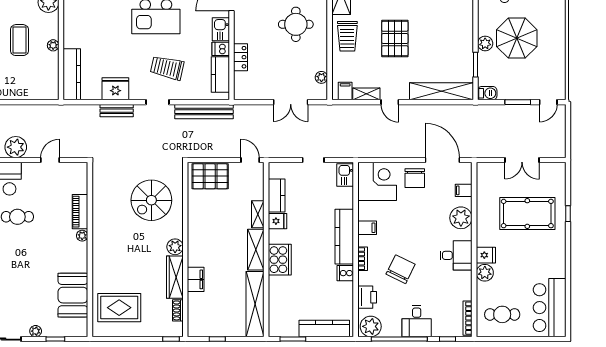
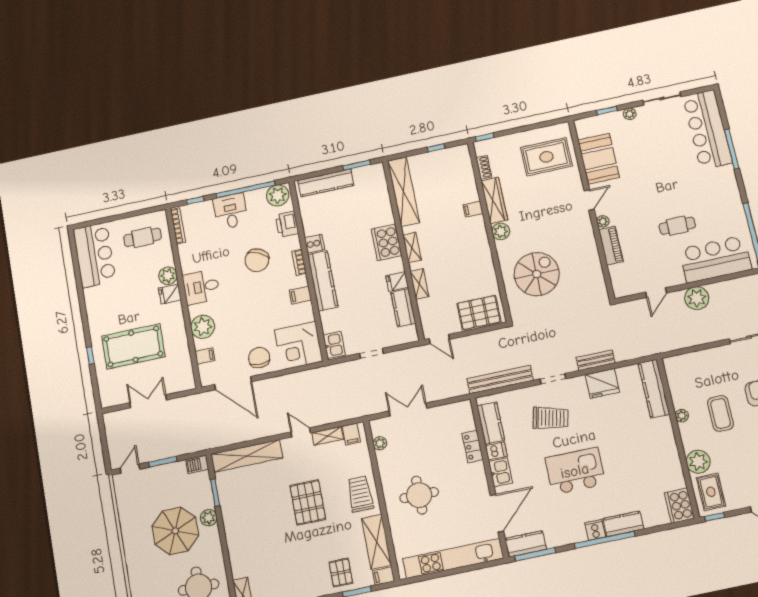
shelving: (256, 250) -> (412, 248), width x0.67, depth x0.75
door: (90, 258) -> (589, 200), added
filing cabinet: (196, 279) -> (473, 209), width x0.50

